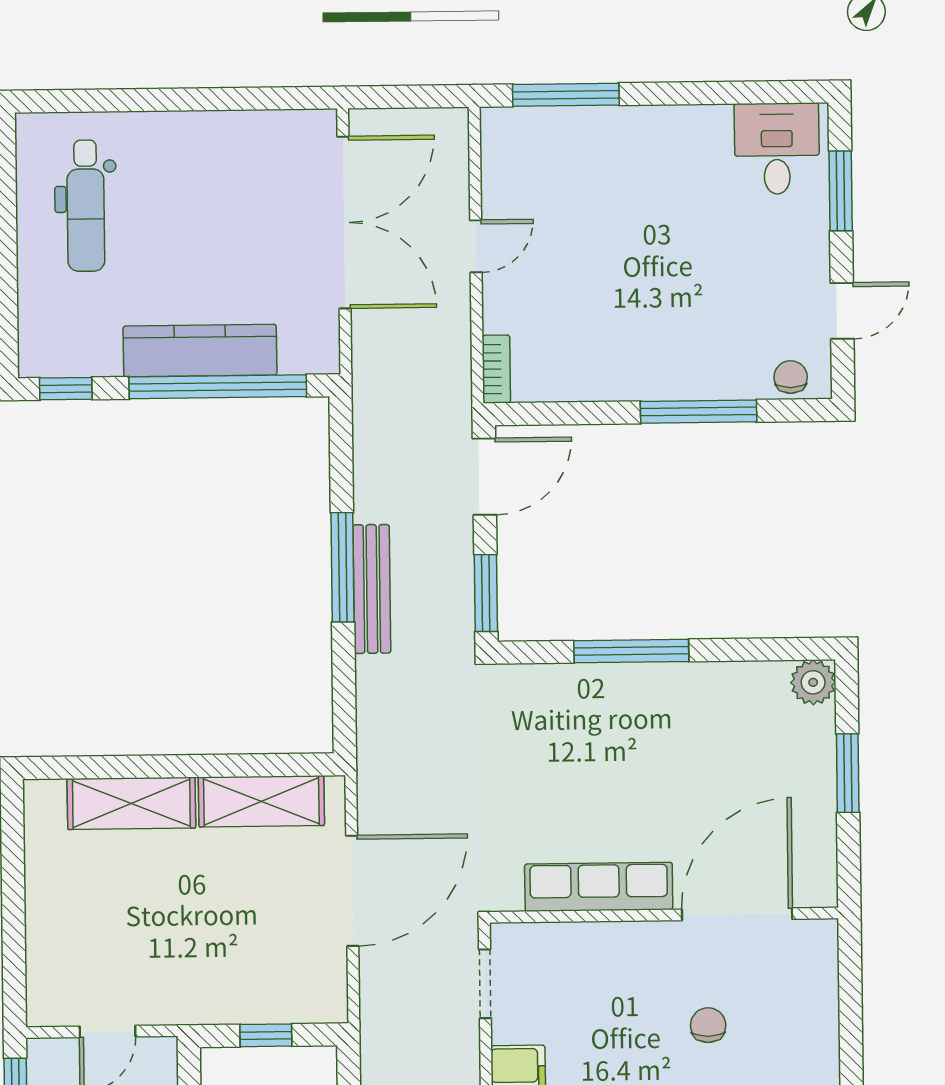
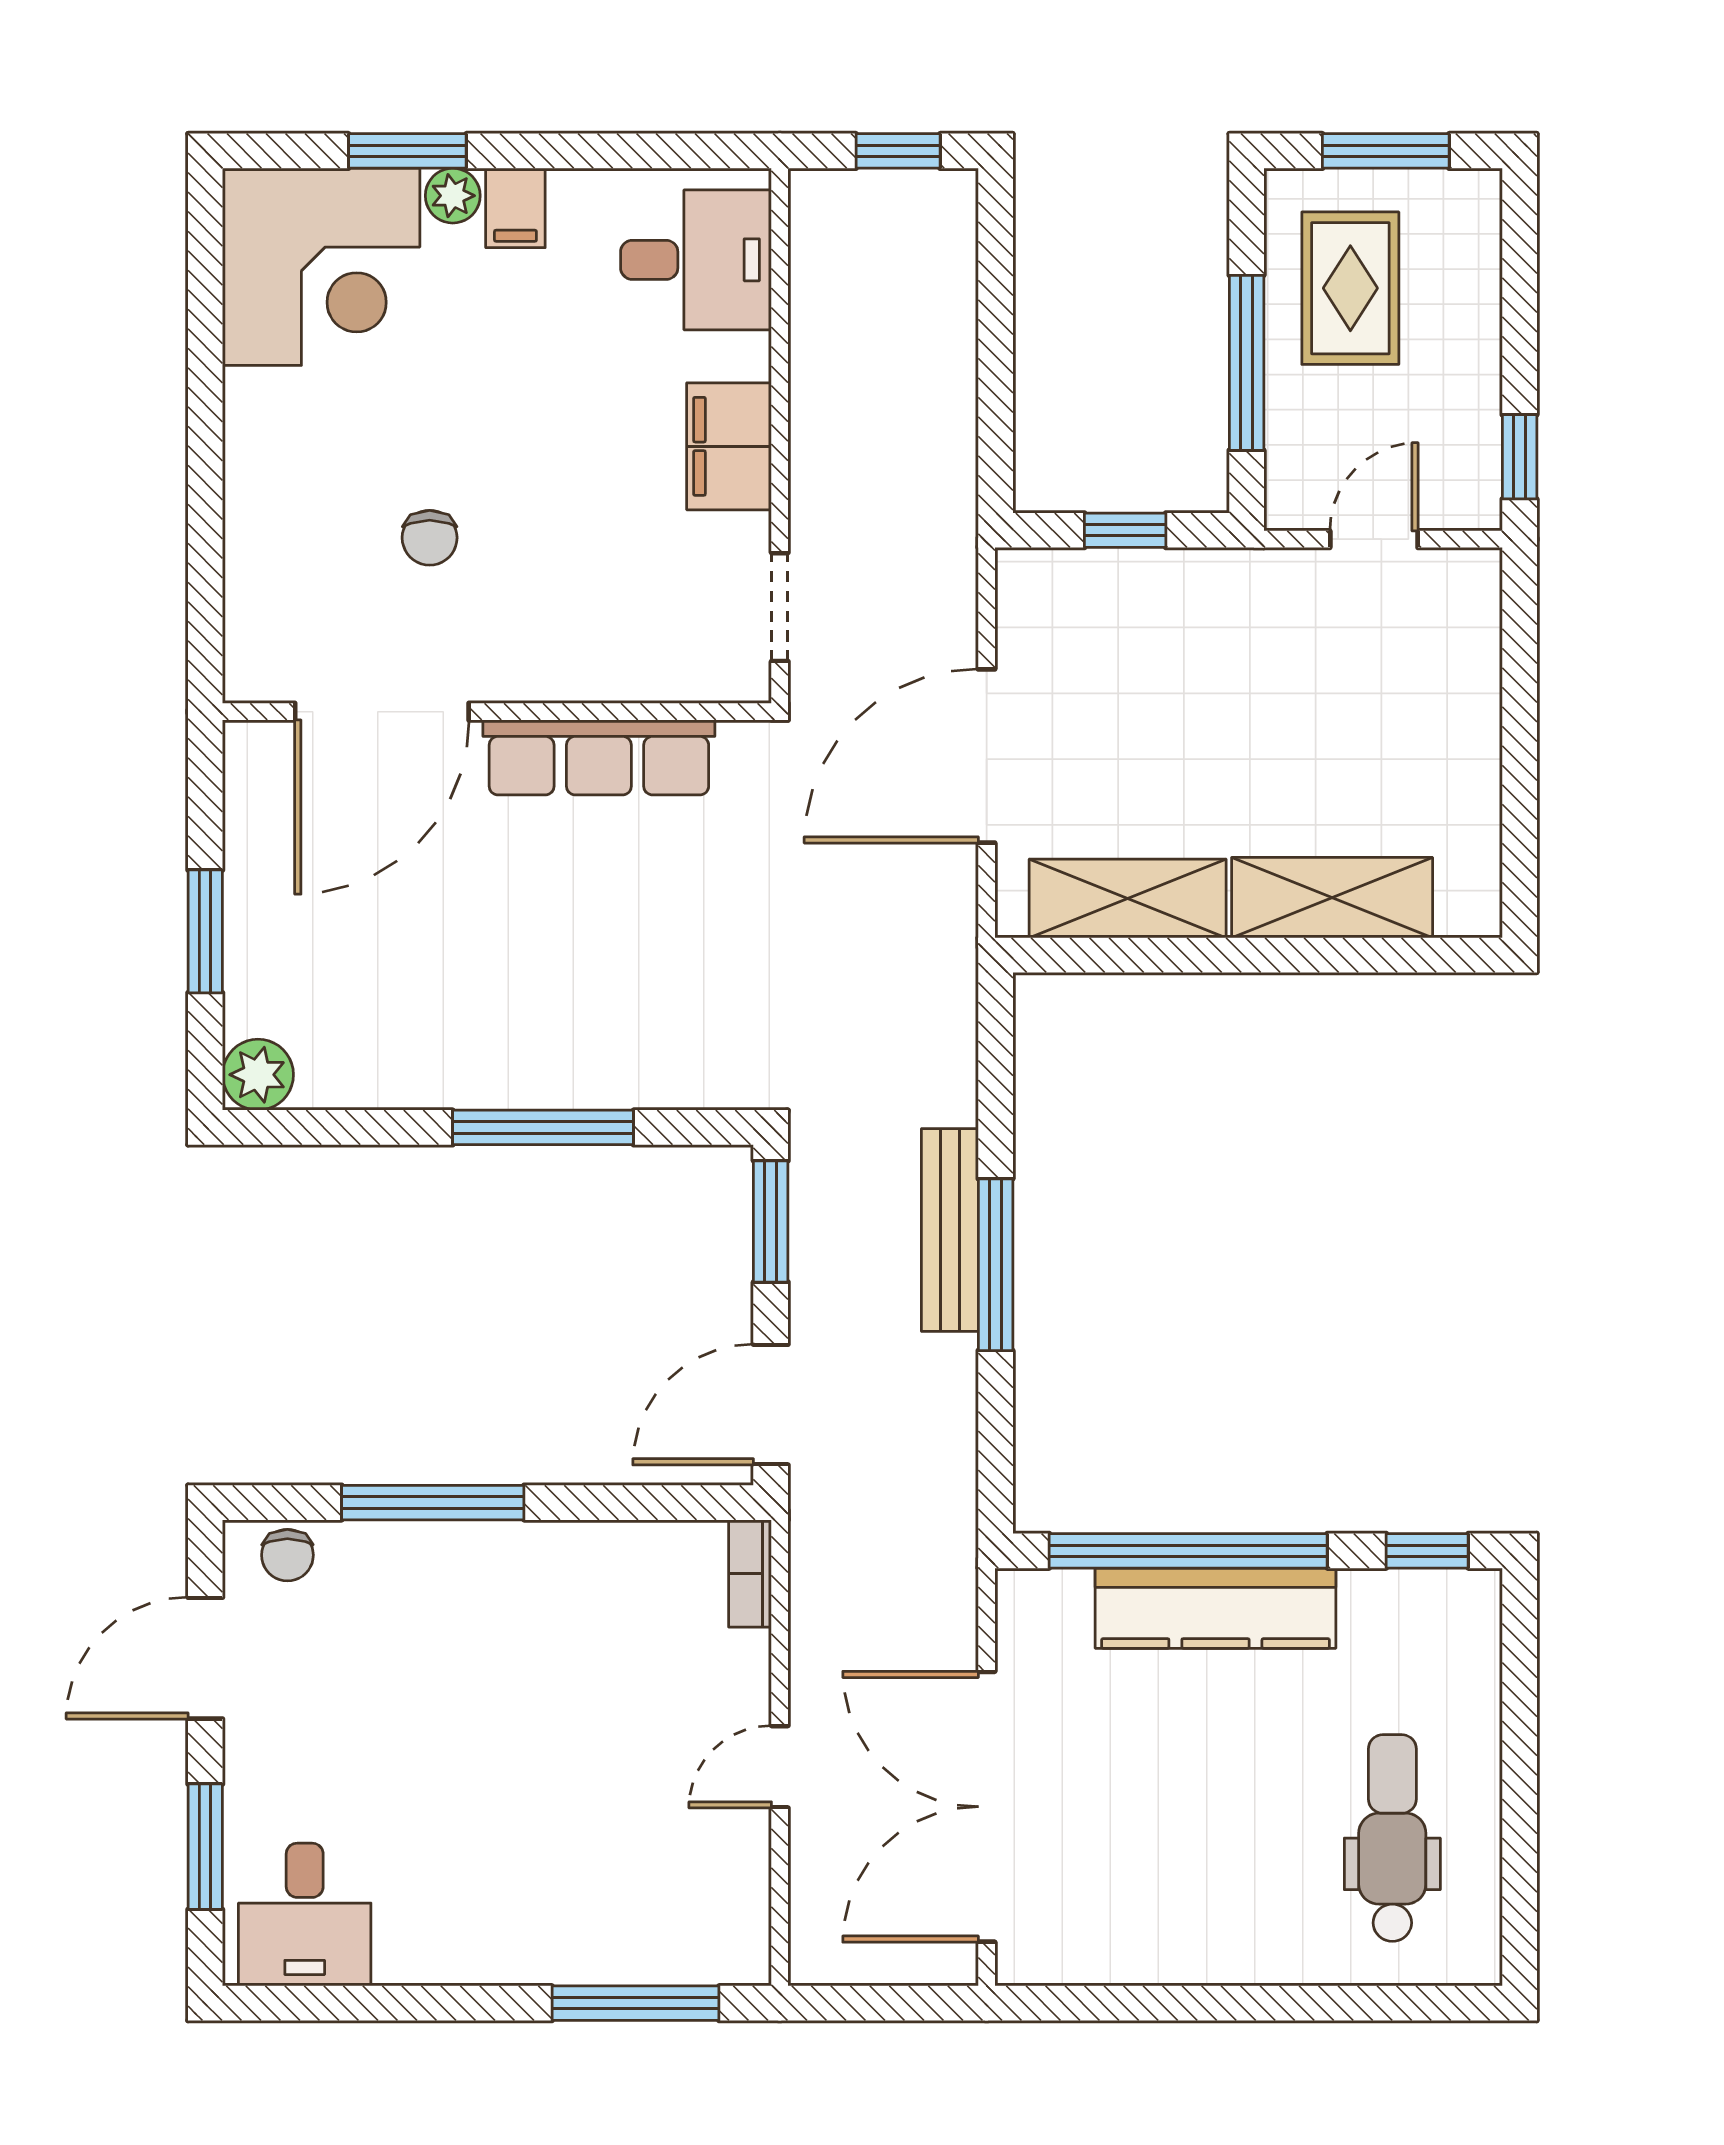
door: (842, 311) -> (205, 1658), width x1.38

